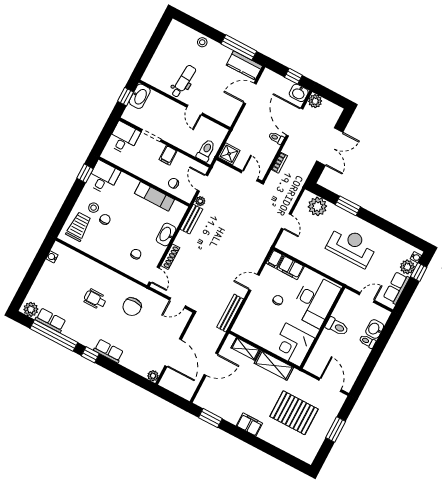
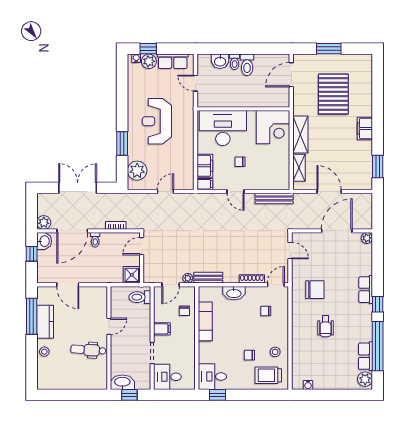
kitchen counter: (244, 65) -> (45, 322), moved
stool: (94, 208) -> (275, 352), moved
toilet: (337, 327) -> (247, 65), moved, turned 180

